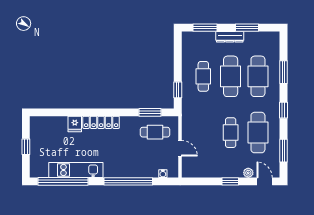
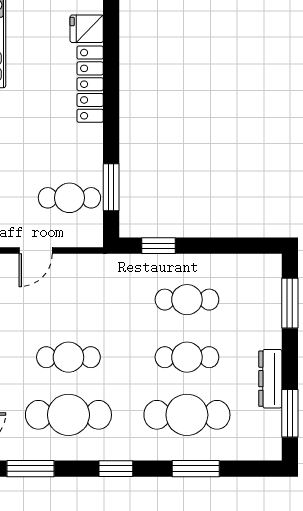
window: (247, 28) -> (290, 413), moved
dresser: (230, 37) -> (270, 379), moved
cafe table: (231, 76) -> (187, 357), width x0.73, depth x0.74
cafe table: (155, 132) -> (69, 198), turned 90

